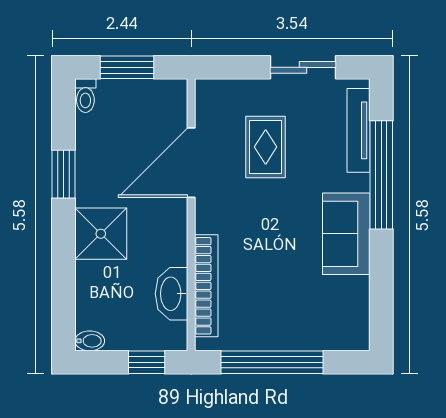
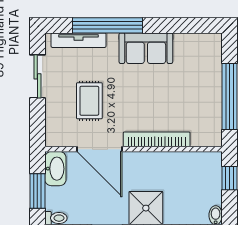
rug: (266, 147) -> (89, 101), turned 90
bookcase: (206, 286) -> (157, 139), moved
washbasin: (172, 294) -> (55, 169), moved, turned -90

